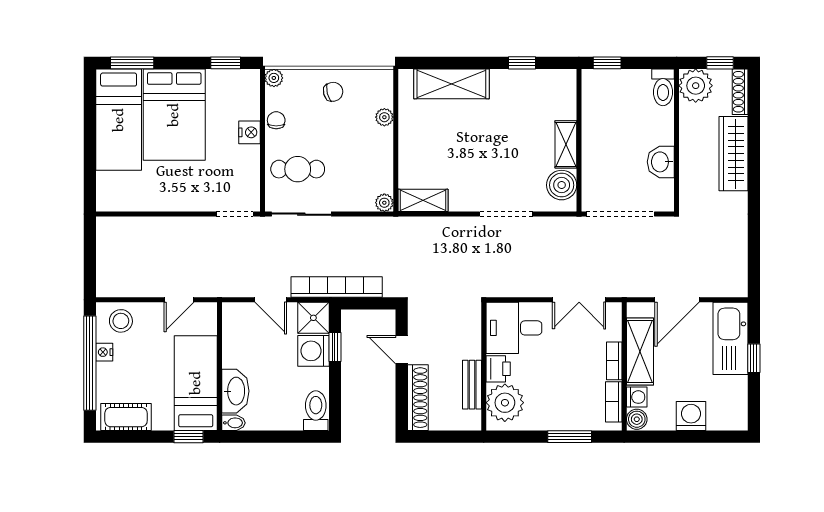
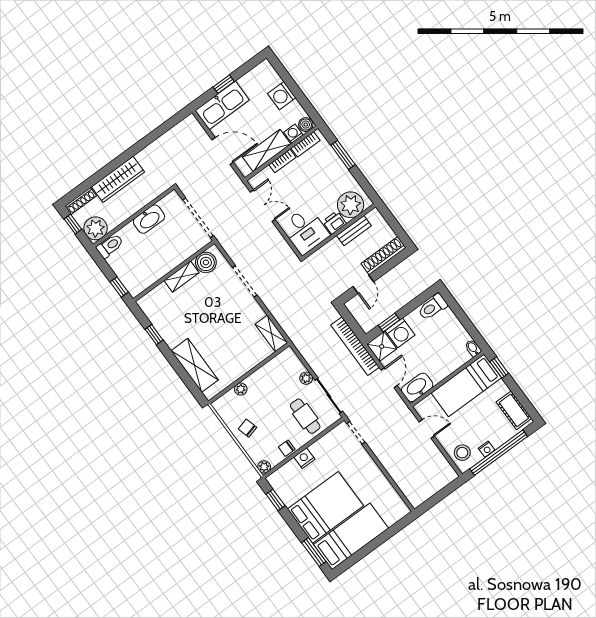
washbasin: (661, 162) -> (149, 219), width x1.38
plant: (384, 203) -> (306, 378), moved
washbasin: (235, 391) -> (417, 387), moved

